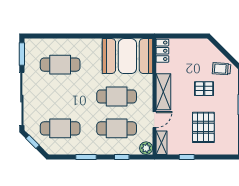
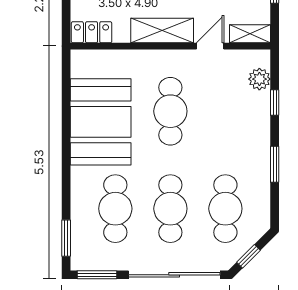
window: (43, 36) -> (66, 238), added
booth: (127, 56) -> (101, 122), moved
door: (154, 120) -> (210, 46), hinge flipped
cafe table: (117, 128) -> (170, 209), moved
plant: (146, 148) -> (259, 79), moved

